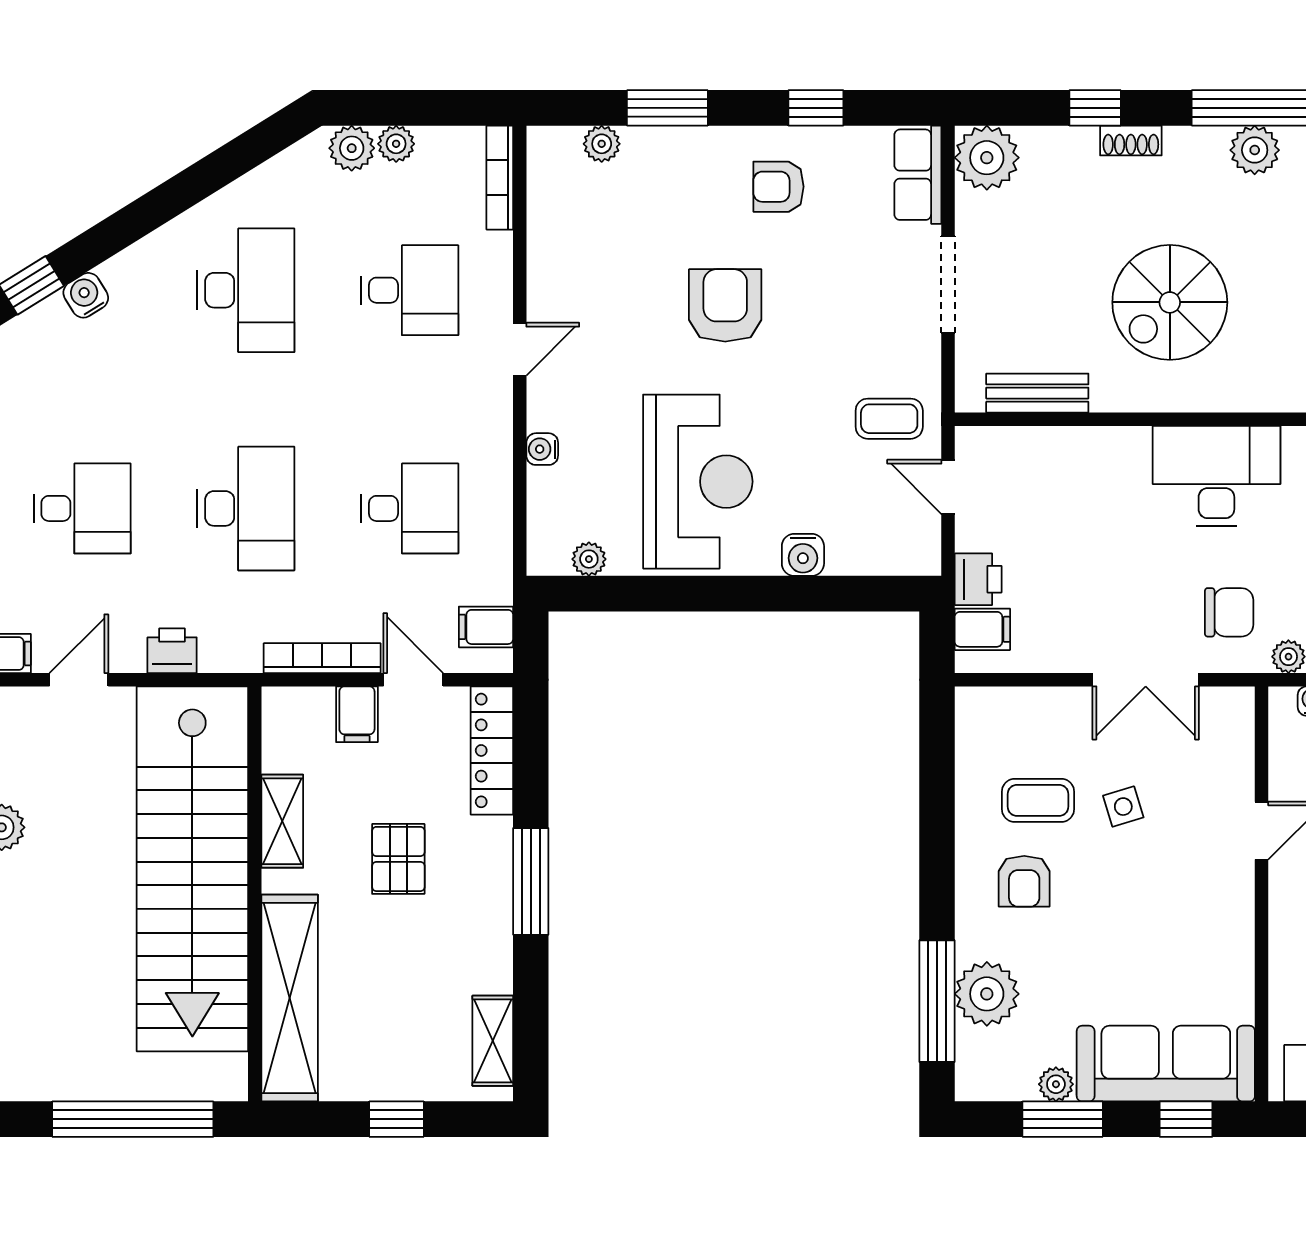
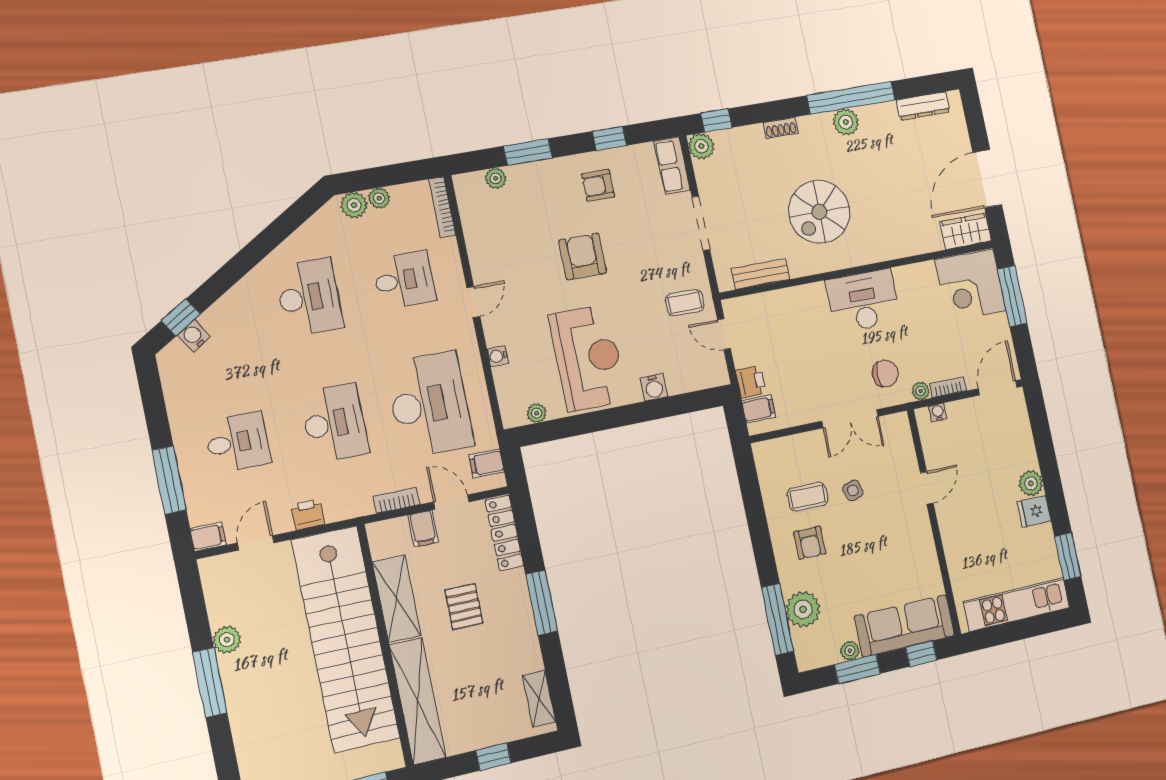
window: (1095, 108) -> (716, 120), moved
plant: (987, 158) -> (701, 146), width x0.73, depth x0.73
water cooler: (86, 295) -> (194, 336), moved
desk: (410, 508) -> (429, 404), width x1.87, depth x1.30
bookcase: (322, 658) -> (396, 500), width x0.64
shelving: (282, 821) -> (397, 599), width x1.50, depth x1.33

